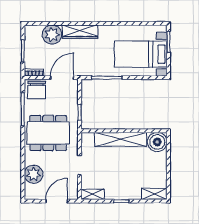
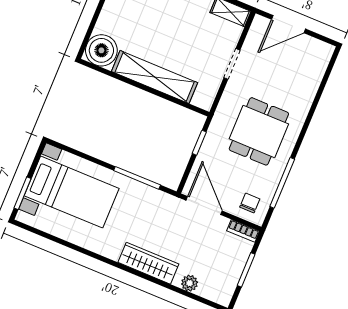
plant: (52, 35) -> (190, 283), width x0.53, depth x0.53
door: (62, 78) -> (204, 206), swing flipped
chair: (37, 90) -> (250, 203), width x0.54, depth x0.54
dining table: (48, 133) -> (259, 131), width x0.73
plant: (34, 174) -> (306, 79), removed

